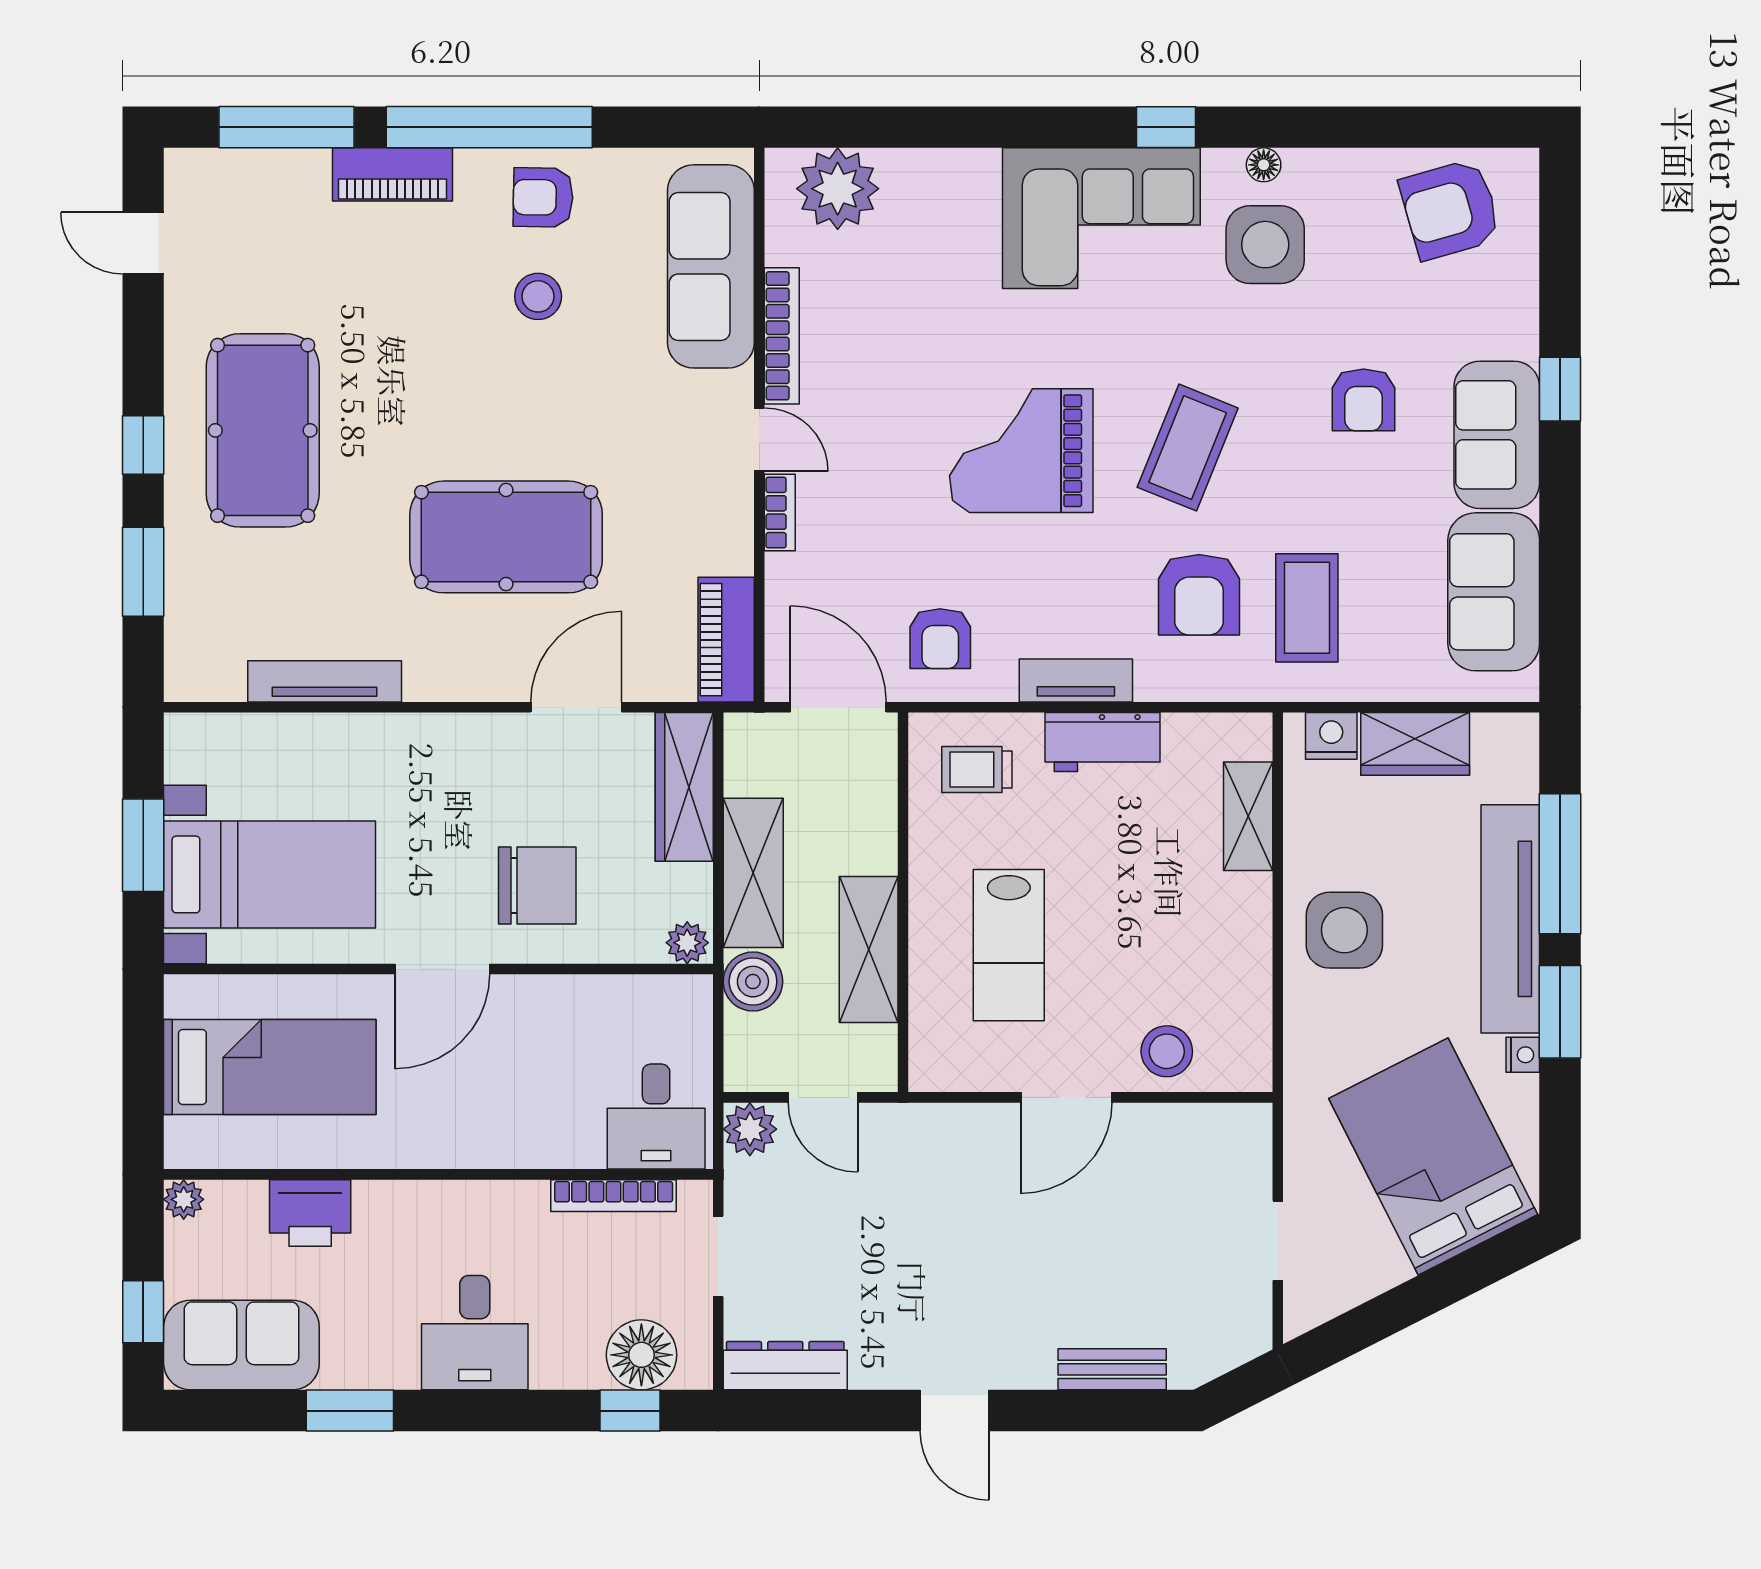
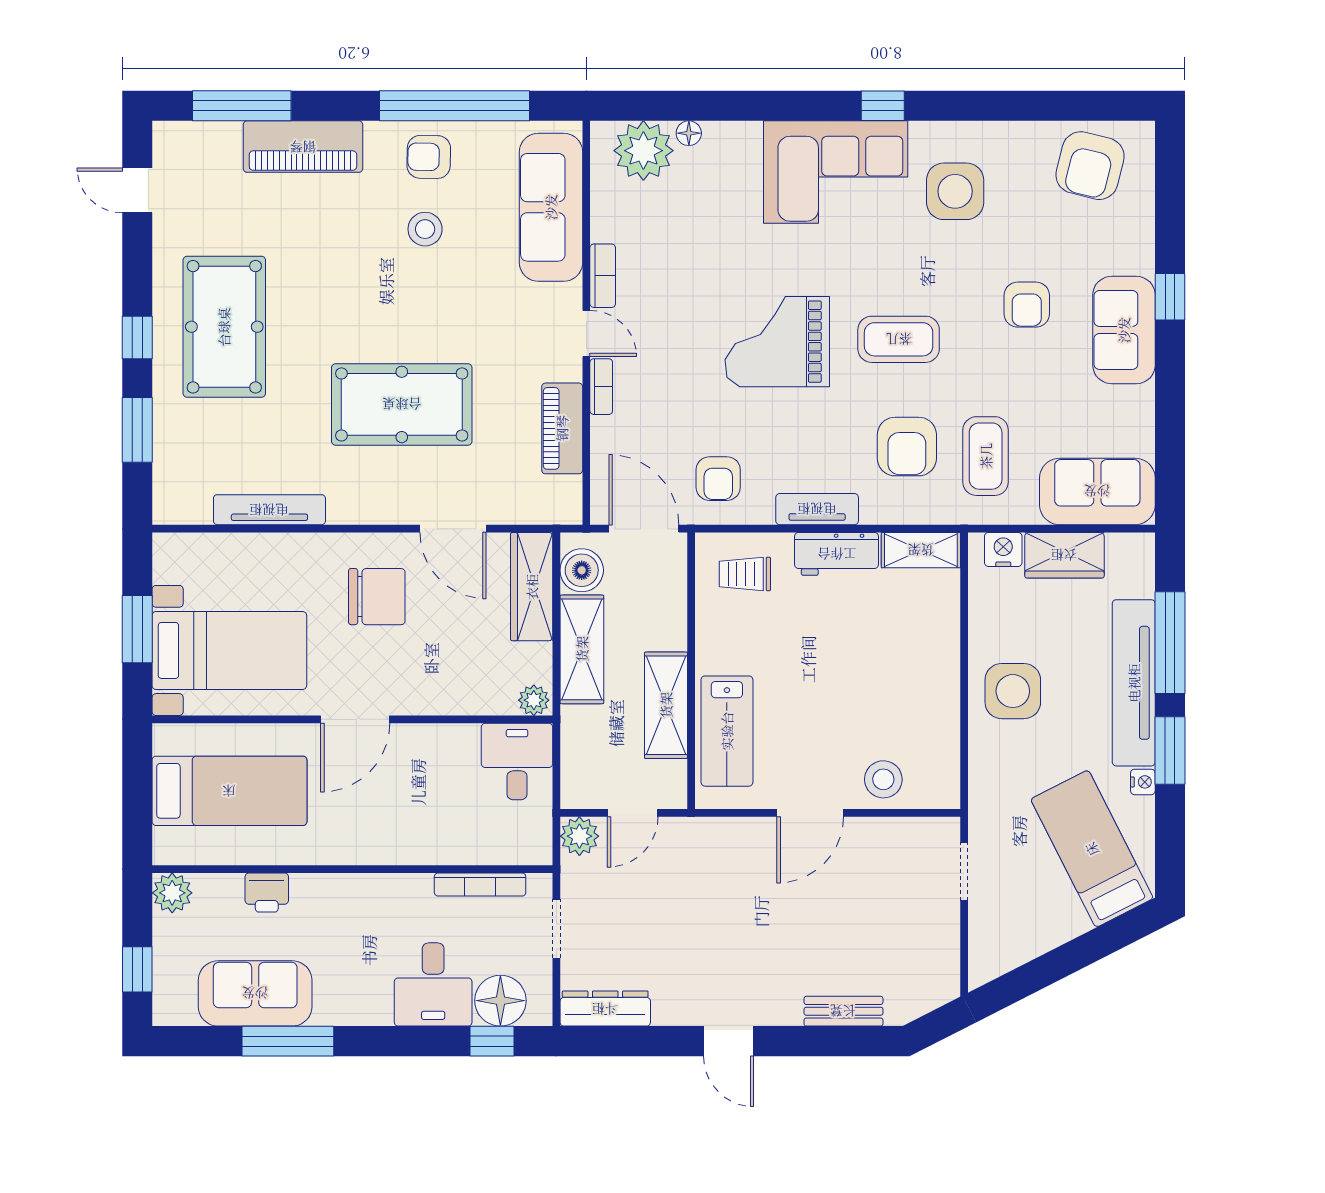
window: (489, 127) -> (454, 106), moved
floor lamp: (1264, 165) -> (689, 133), moved
piano: (392, 174) -> (303, 147), width x1.37, depth x1.33
armchair: (1450, 209) -> (1090, 166), turned -60
bookcase: (782, 336) -> (603, 276), width x0.64
coffee table: (1188, 448) -> (899, 339), turned 68
sofa: (1494, 592) -> (1097, 491), moved, turned 90
piano: (726, 640) -> (562, 428), moved
door: (576, 707) -> (453, 529), swing flipped
shelving: (1248, 816) -> (921, 550), moved, turned 90
chair: (537, 886) -> (377, 597), moved
lab bench: (1009, 945) -> (727, 731), moved
boiler: (753, 982) -> (582, 570), moved
door: (823, 1097) -> (633, 813), hinge flipped
desk: (656, 1117) -> (517, 762), moved, turned 180
bed: (1433, 1157) -> (1092, 849), width x0.67
plant: (184, 1199) -> (172, 893), width x1.38, depth x1.38
printer: (310, 1213) -> (267, 892), width x0.73, depth x0.81
doorway: (1278, 1241) -> (964, 872), moved
desk: (475, 1333) -> (433, 984), moved
sofa: (241, 1345) -> (255, 993), moved
window: (350, 1411) -> (288, 1041), width x1.44

